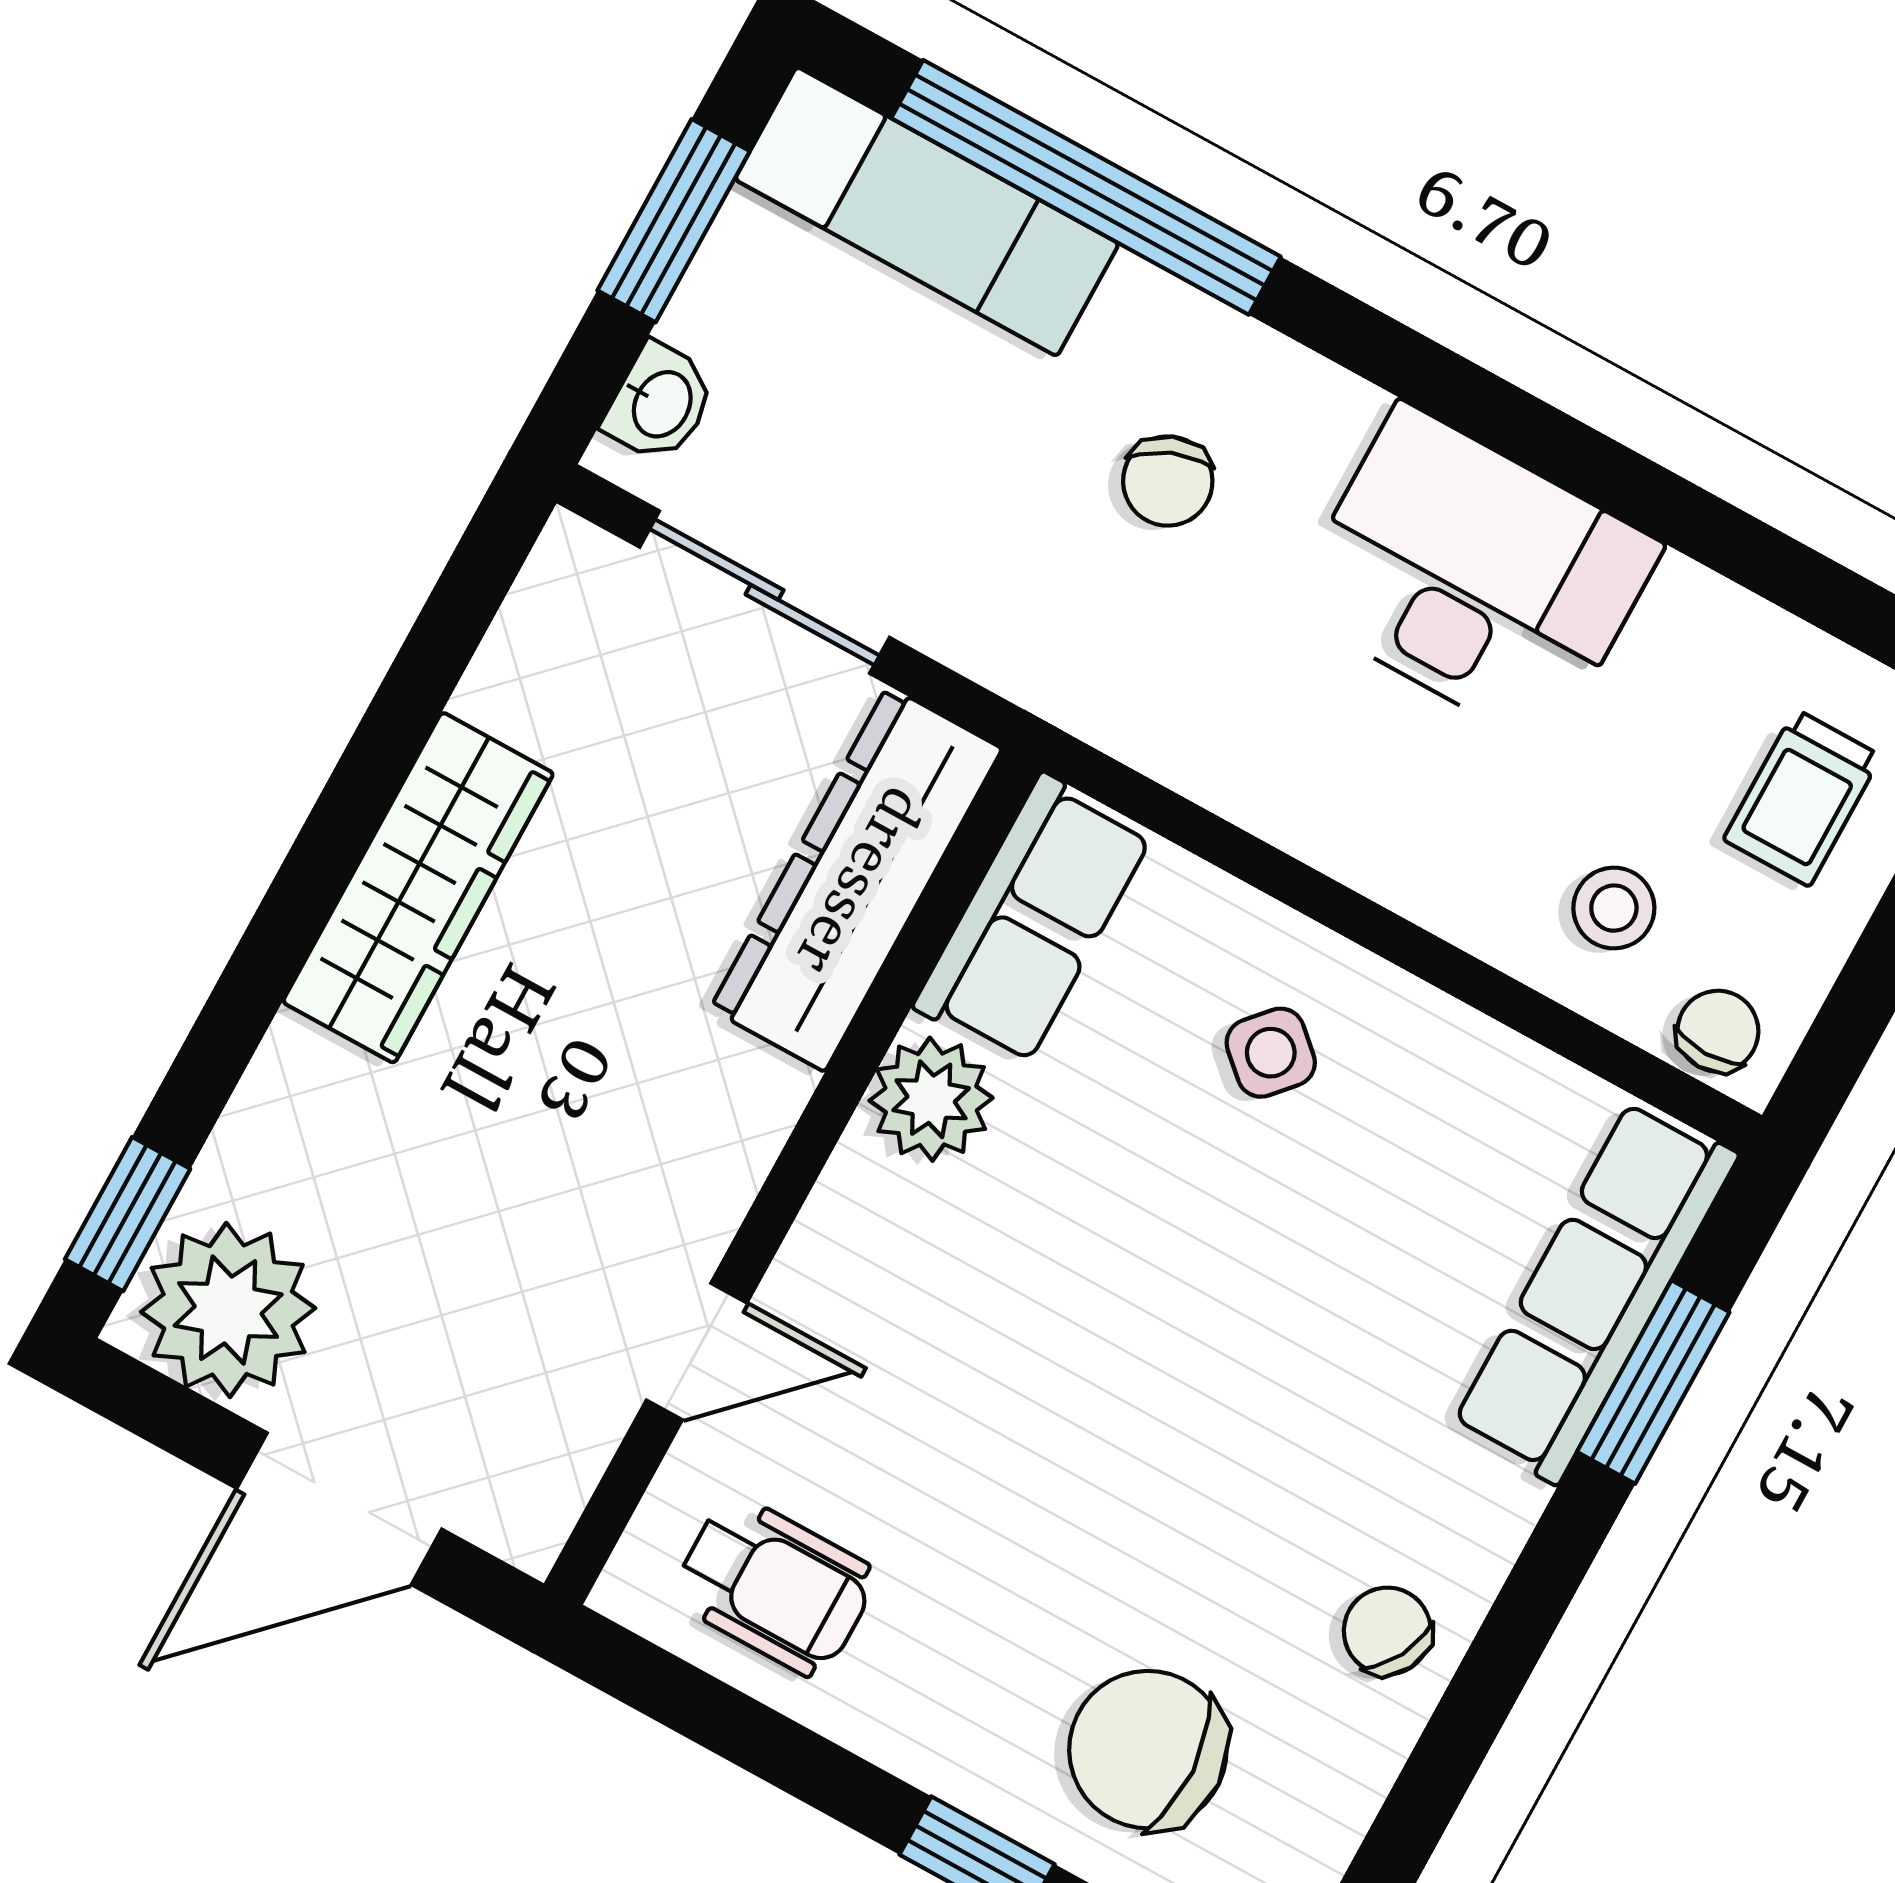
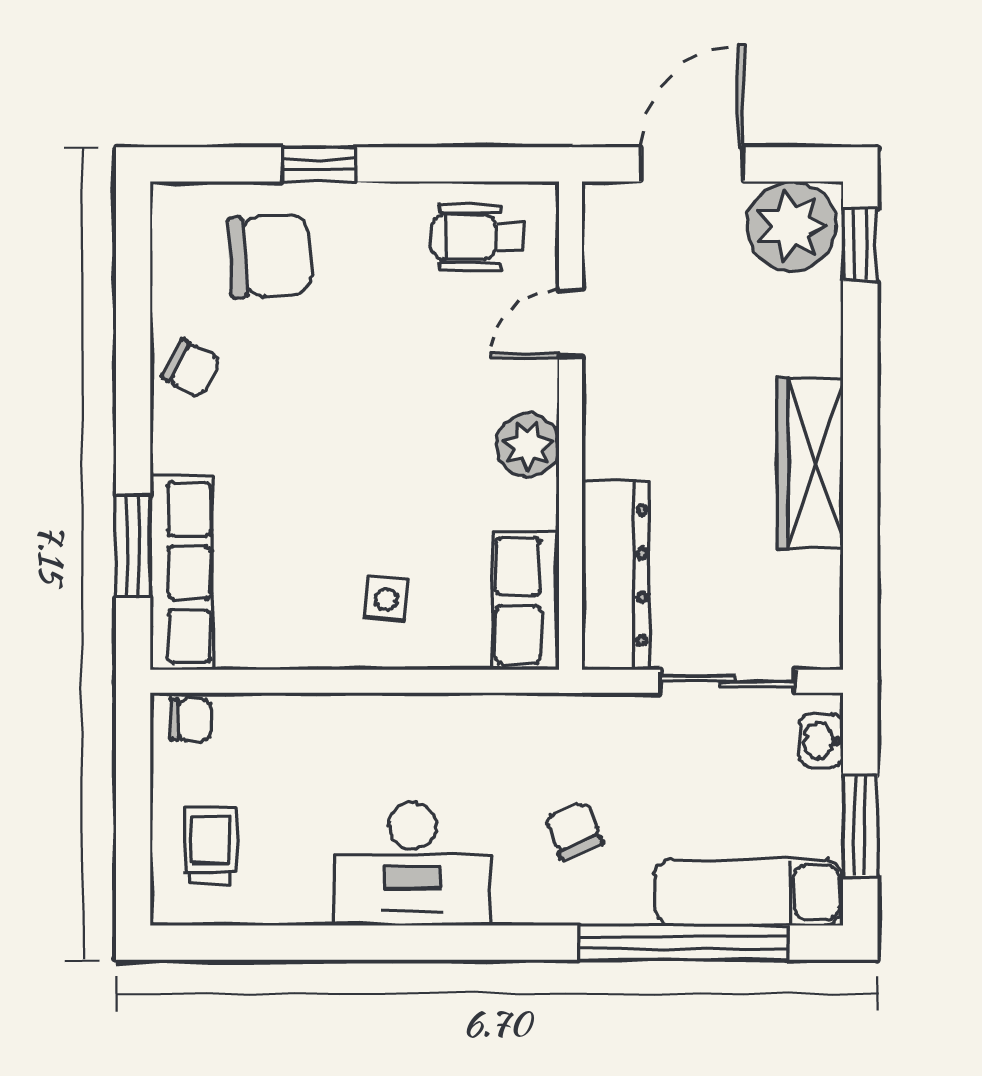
stool: (1614, 908) -> (268, 749), removed
chair: (1718, 1031) -> (191, 720), turned -90
side table: (1271, 1053) -> (386, 599), turned -37
plant: (931, 1099) -> (528, 446), moved

